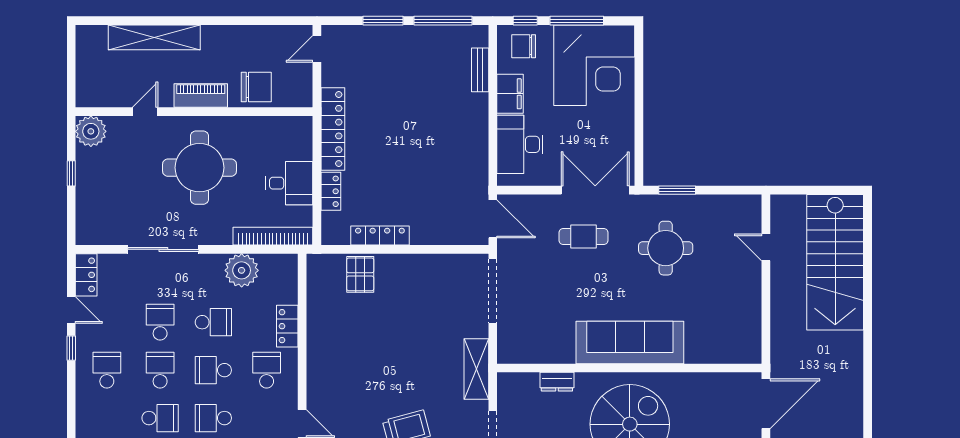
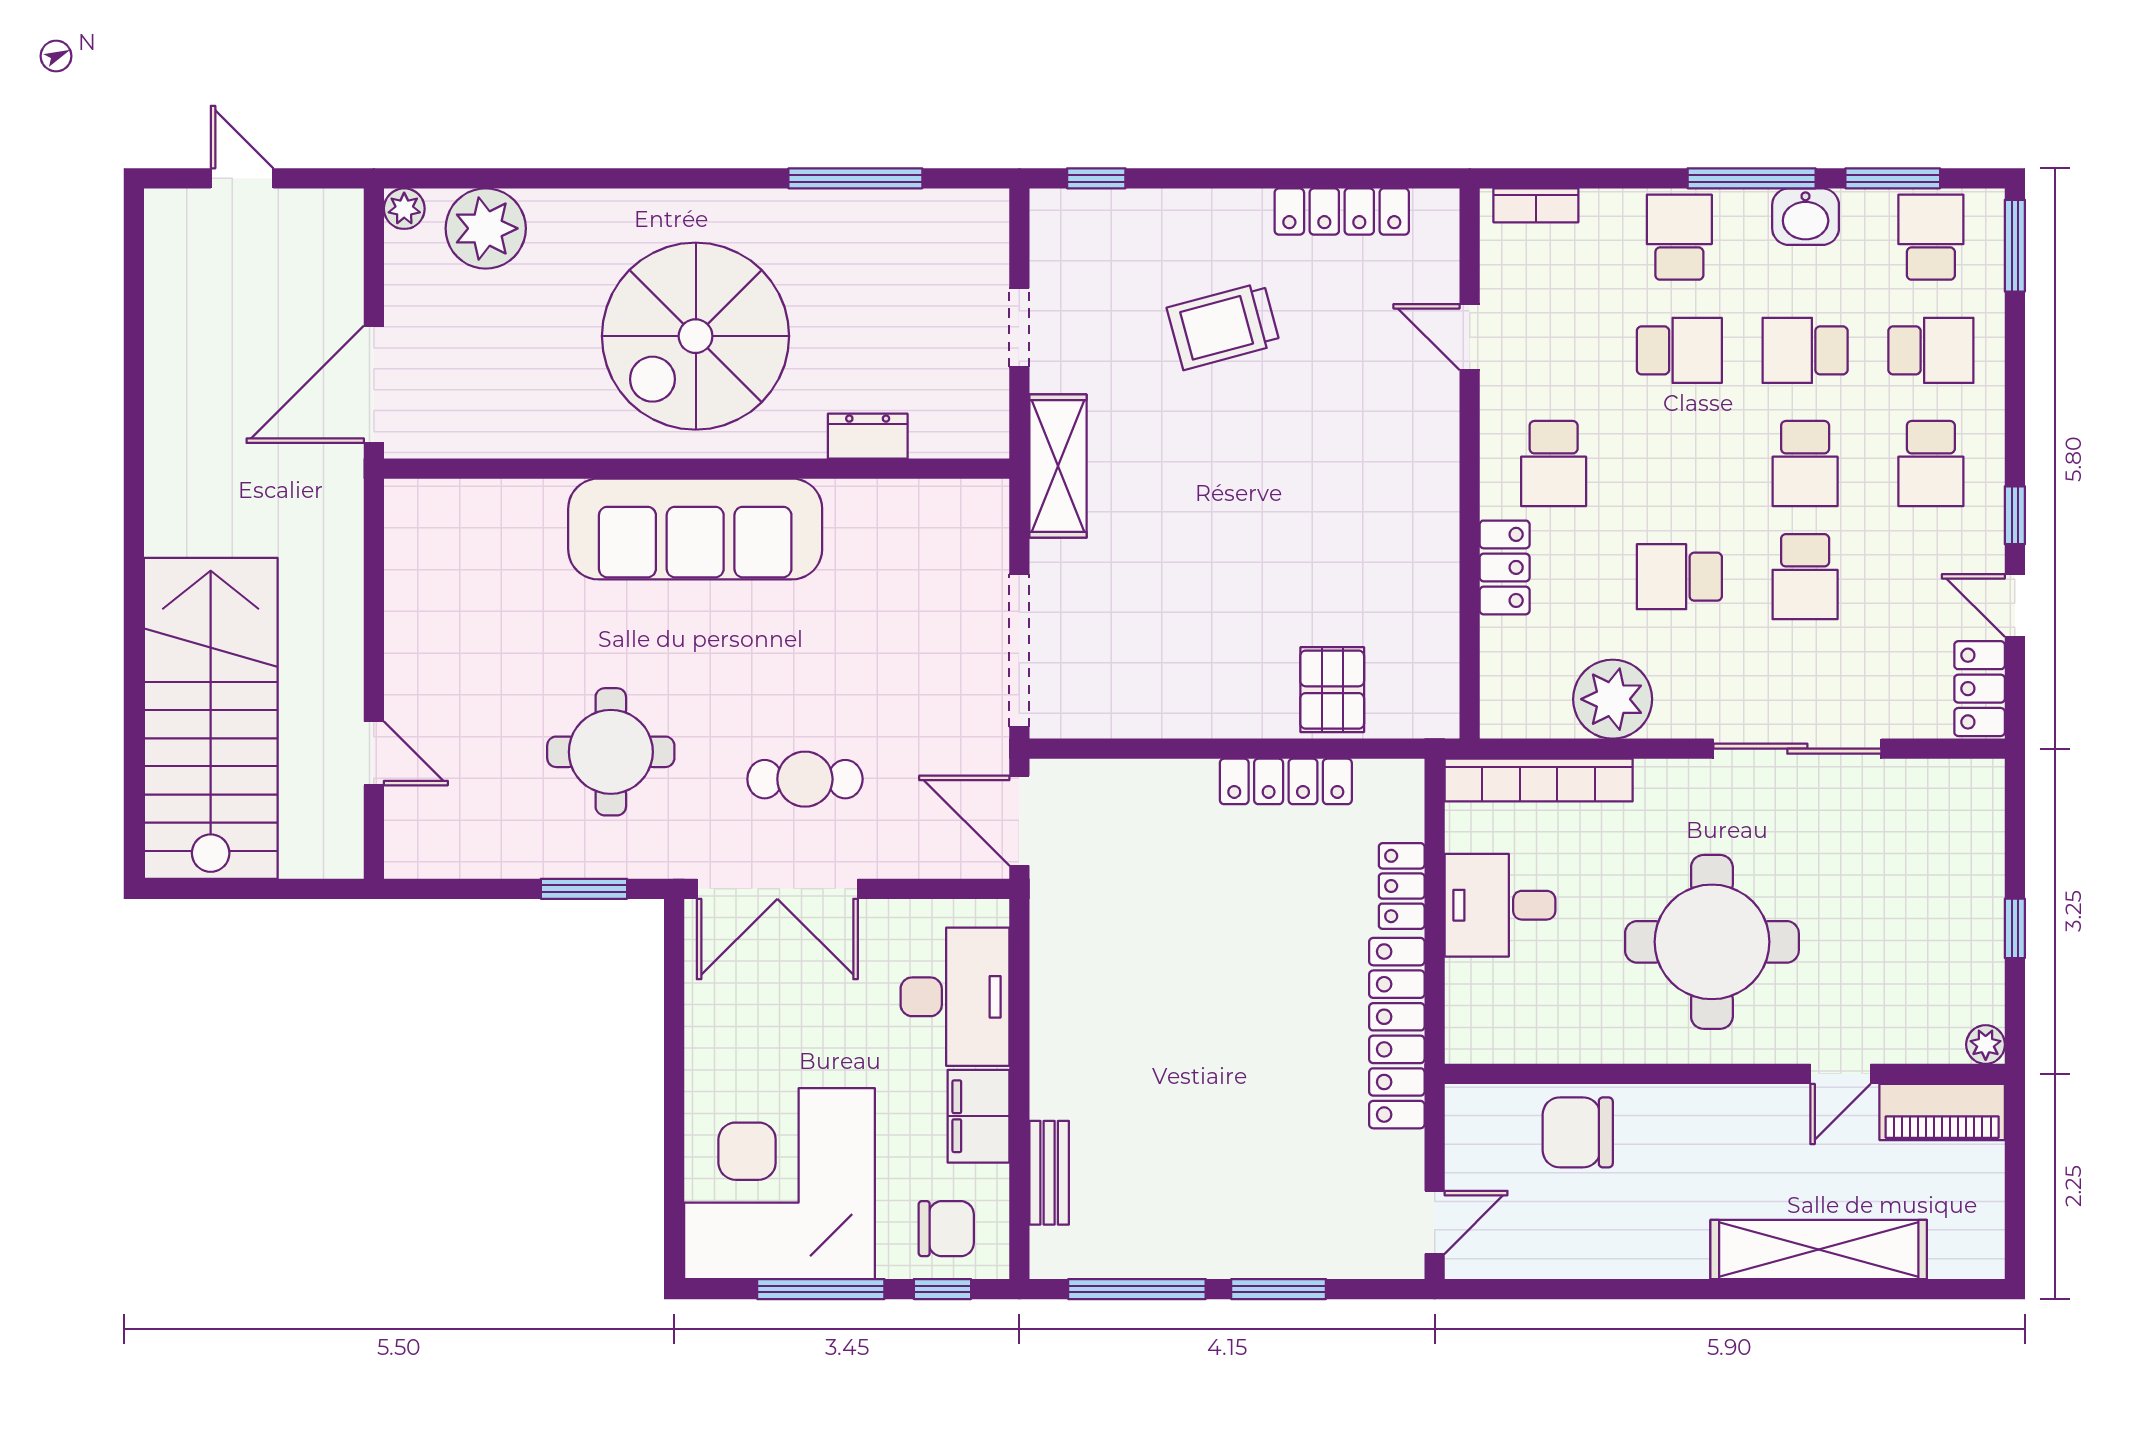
piano: (201, 96) -> (1942, 1112), moved
plant: (91, 131) -> (1986, 1045), width x0.53, depth x0.53
school desk: (213, 370) -> (1931, 350), moved

